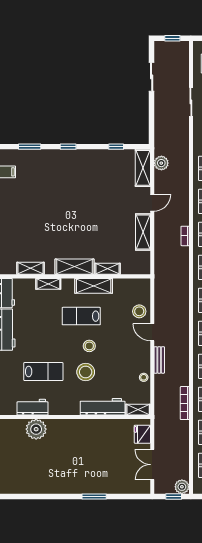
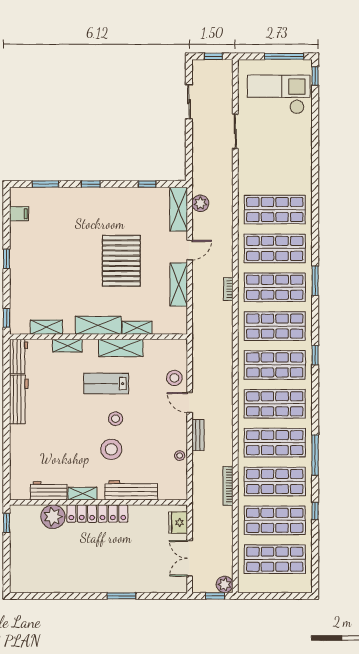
pallet: (94, 212) -> (121, 261), added
lab bench: (43, 372) -> (62, 449), removed
shelving: (138, 410) -> (82, 494), moved
locker: (74, 426) -> (97, 513), added

